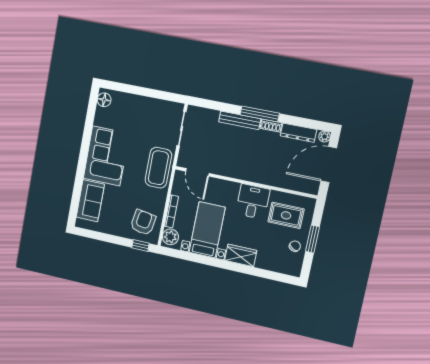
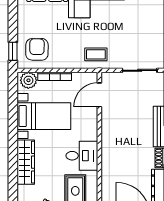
coffee table: (158, 168) -> (96, 54), width x0.54, depth x0.58
armchair: (143, 222) -> (37, 49), turned -98
wardrobe: (241, 255) -> (26, 162), width x1.50

